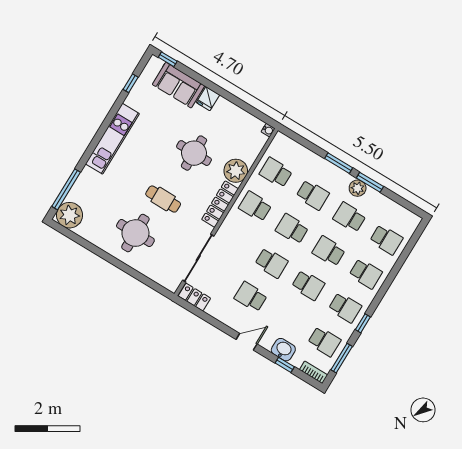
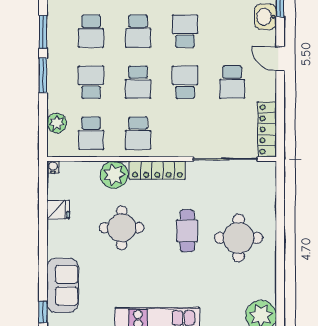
fridge: (208, 99) -> (58, 210), moved
plant: (358, 188) -> (57, 123), moved
locker: (194, 297) -> (267, 129), width x1.53

